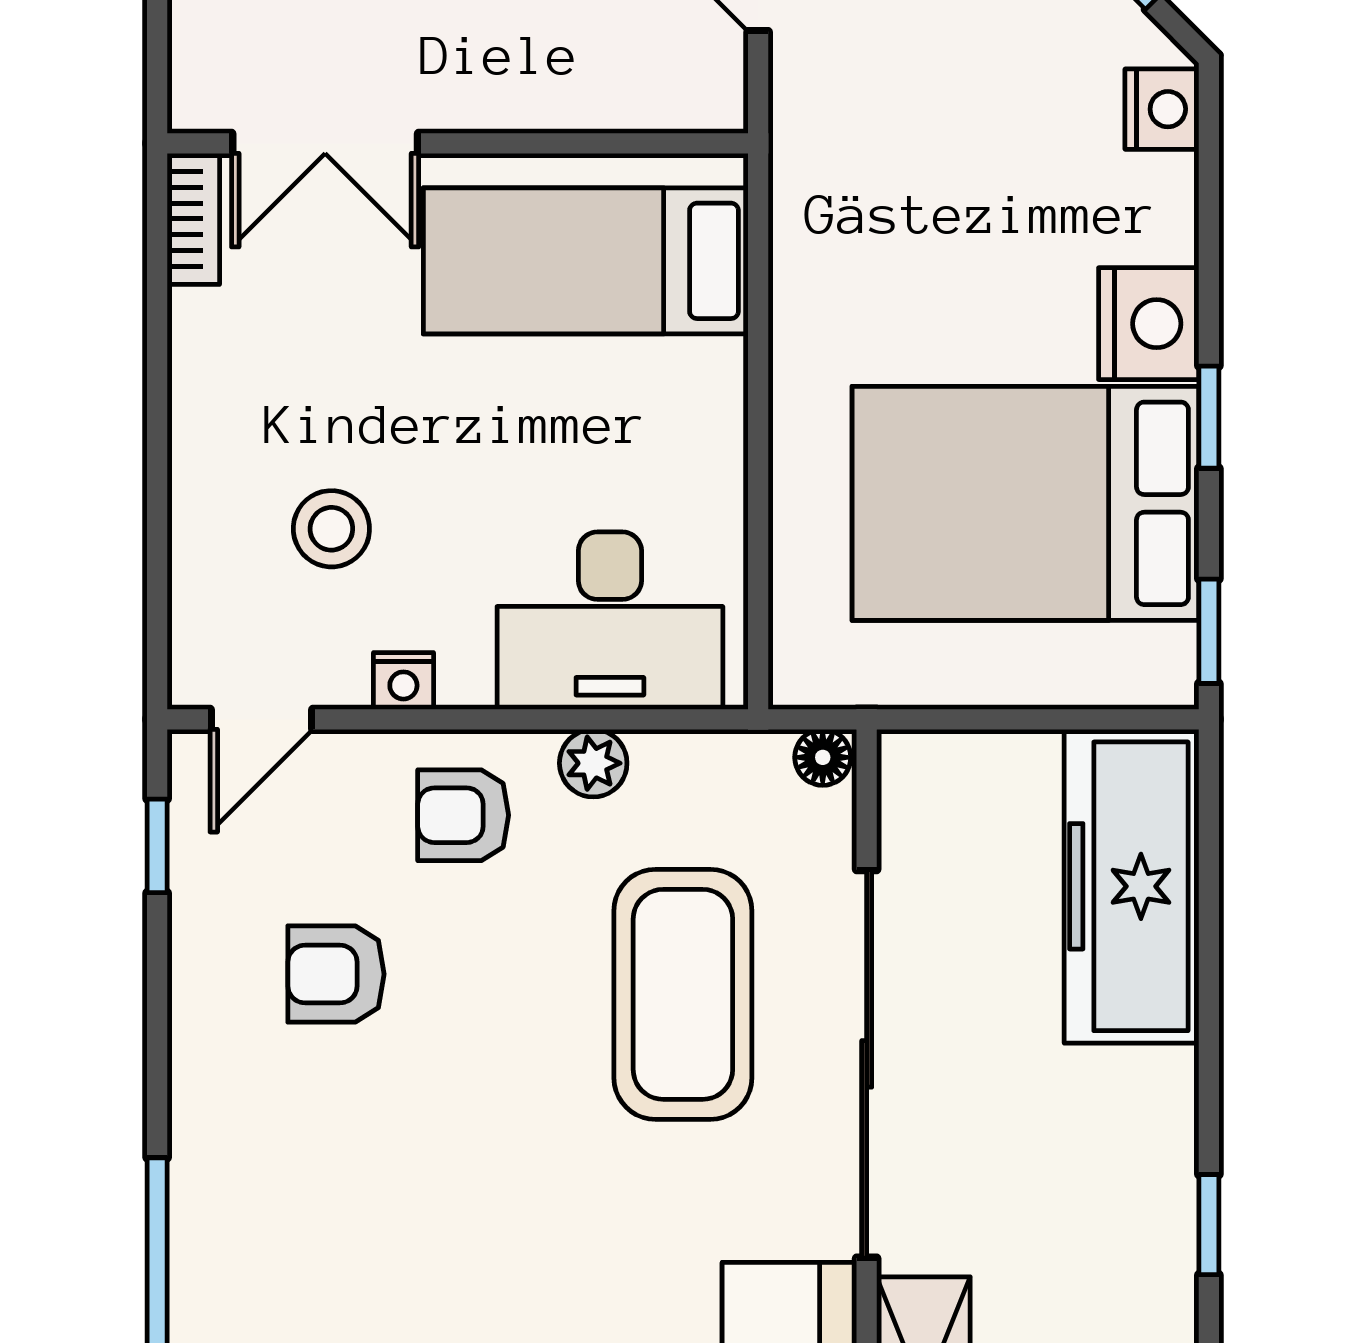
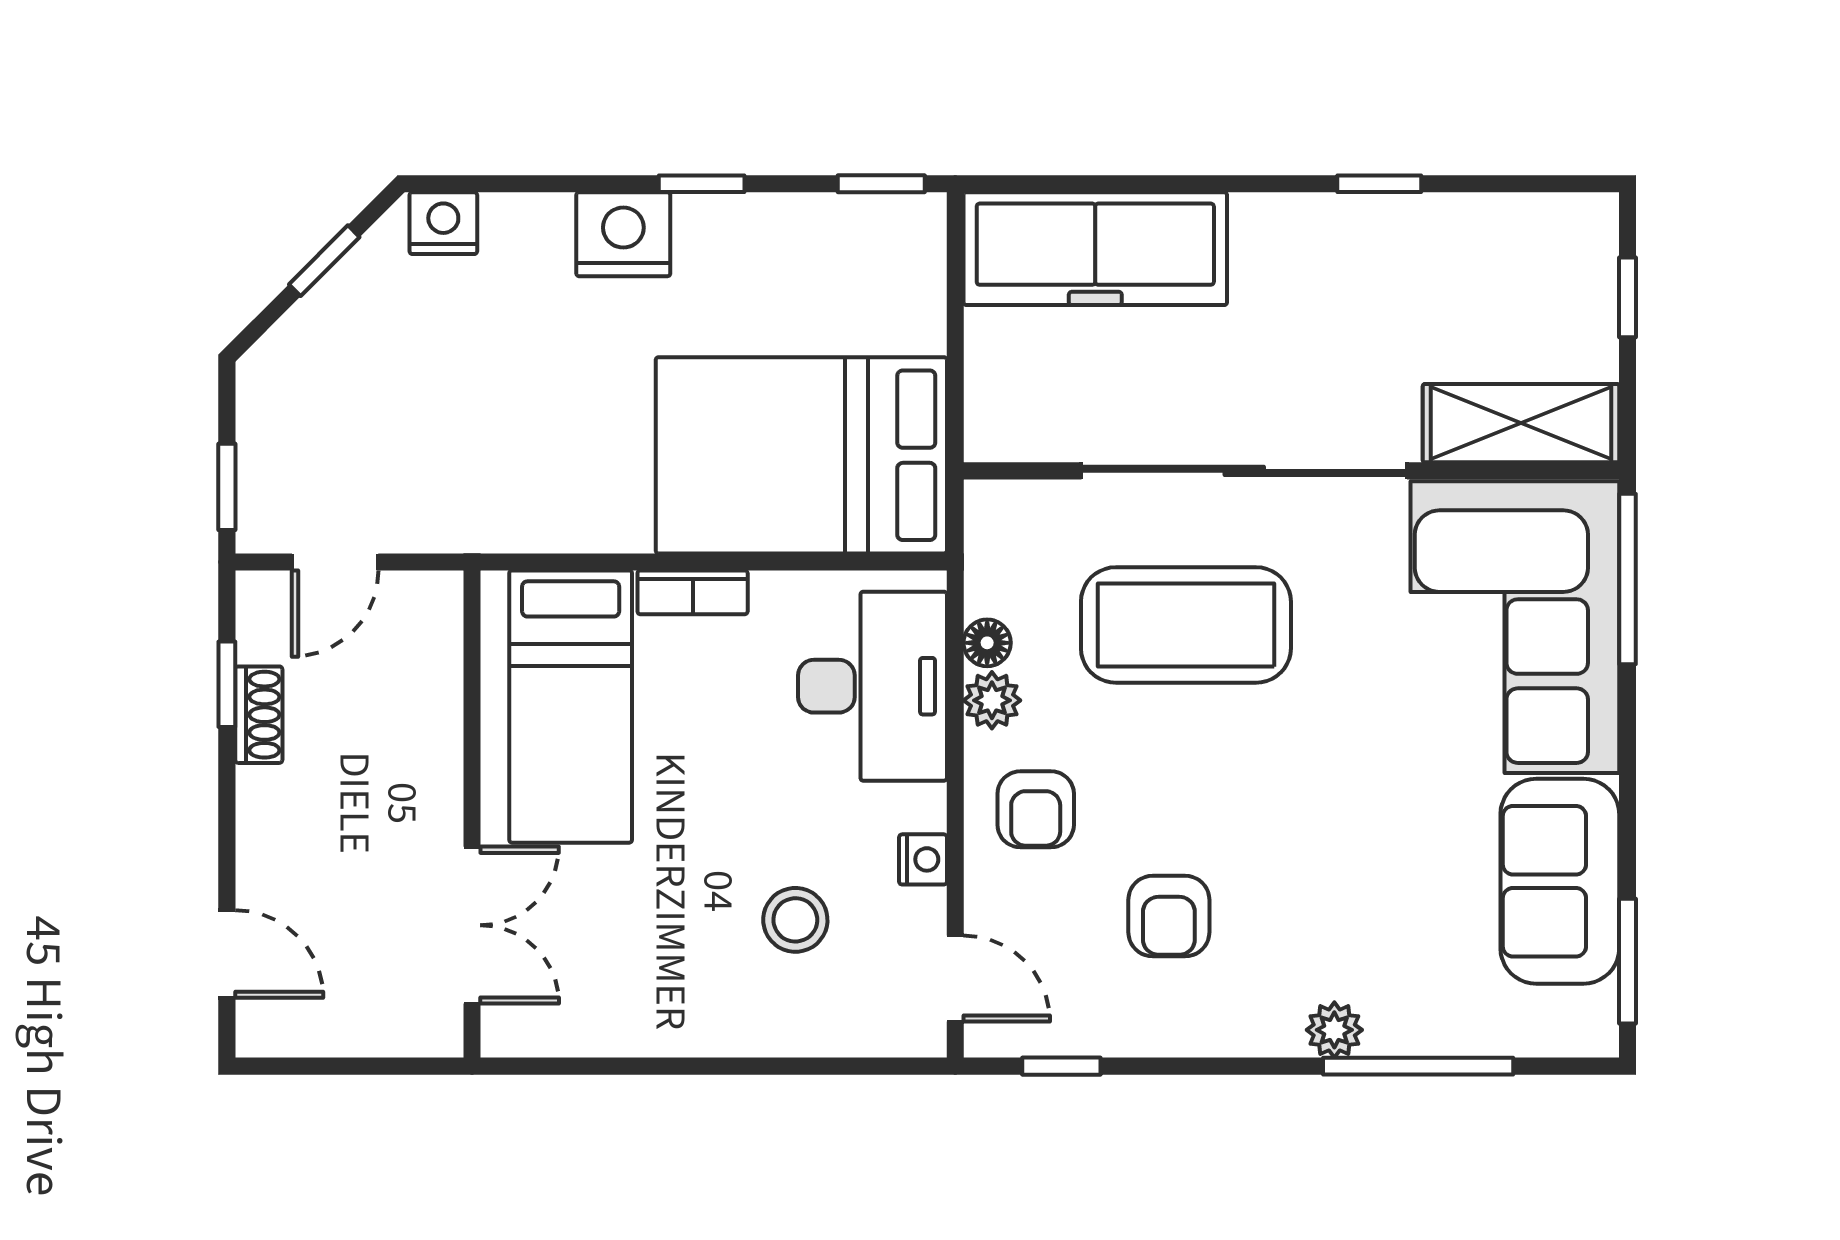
bookcase: (193, 219) -> (693, 592), moved, turned 180
bed: (1025, 503) -> (801, 455), moved, turned 90
floor lamp: (823, 757) -> (987, 643), moved
plant: (200, 1171) -> (1334, 1030), added

